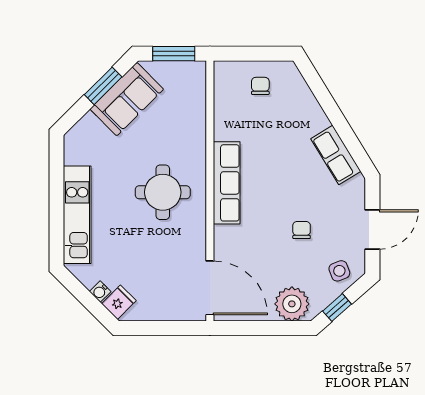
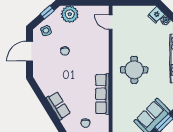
row of seats: (336, 155) -> (58, 106), moved
row of seats: (227, 183) -> (102, 94), moved
door: (210, 288) -> (111, 22), width x0.53

